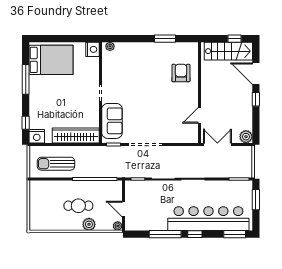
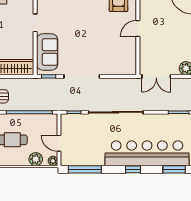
door: (200, 115) -> (138, 29), moved
double door: (217, 144) -> (156, 76), swing flipped
plant: (89, 224) -> (36, 159), moved
window: (165, 234) -> (85, 169), moved

